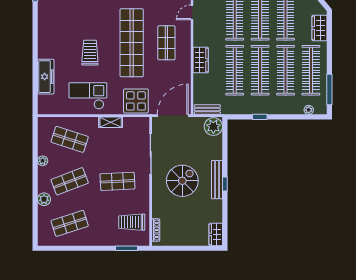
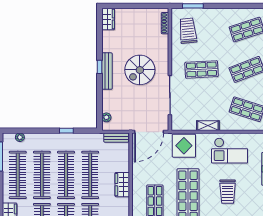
plant: (213, 127) -> (106, 117), width x0.53, depth x0.53
trolley: (132, 222) -> (188, 31), turned -96

